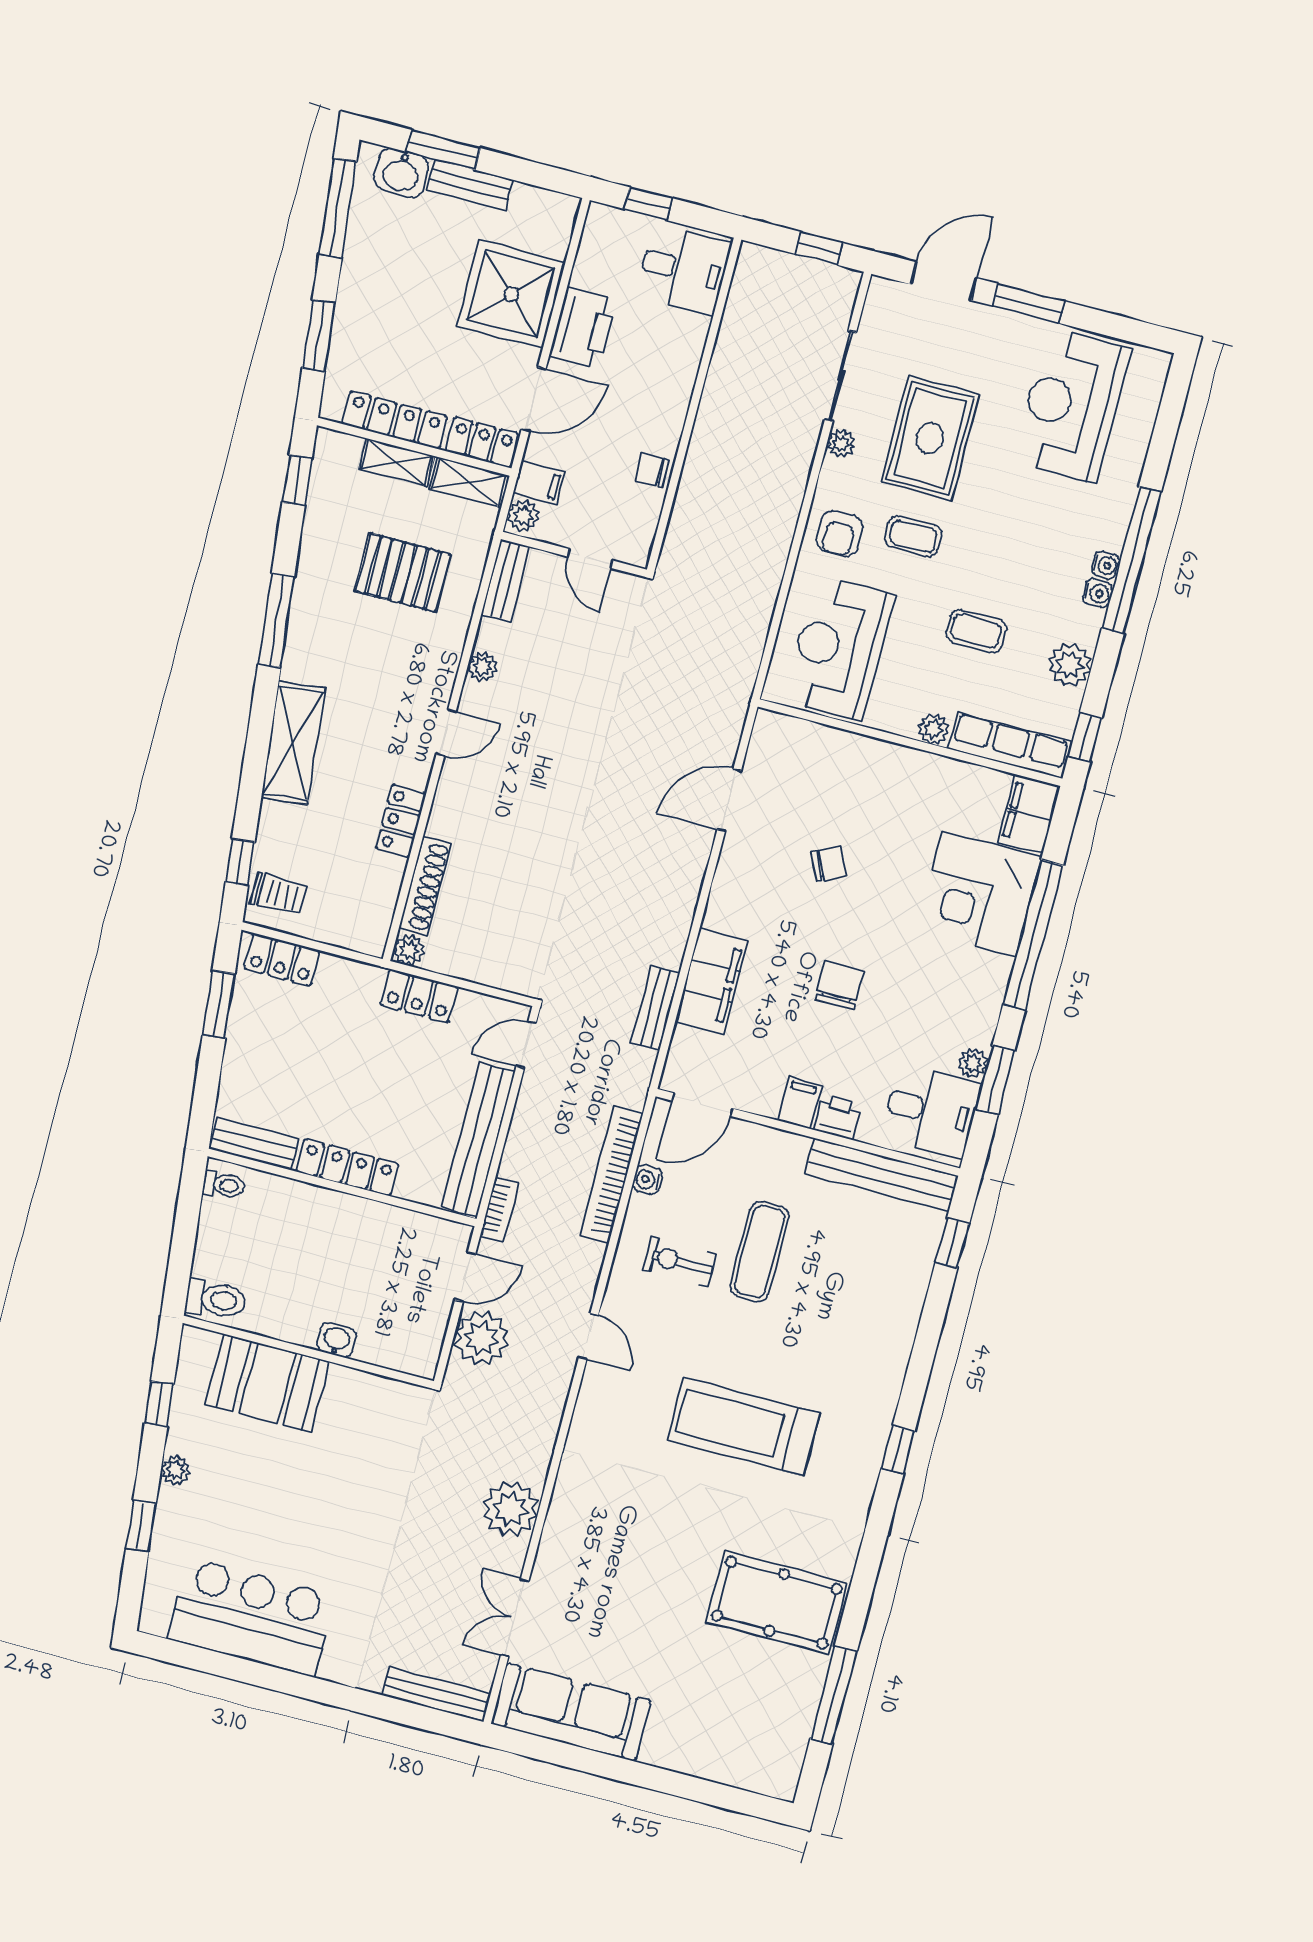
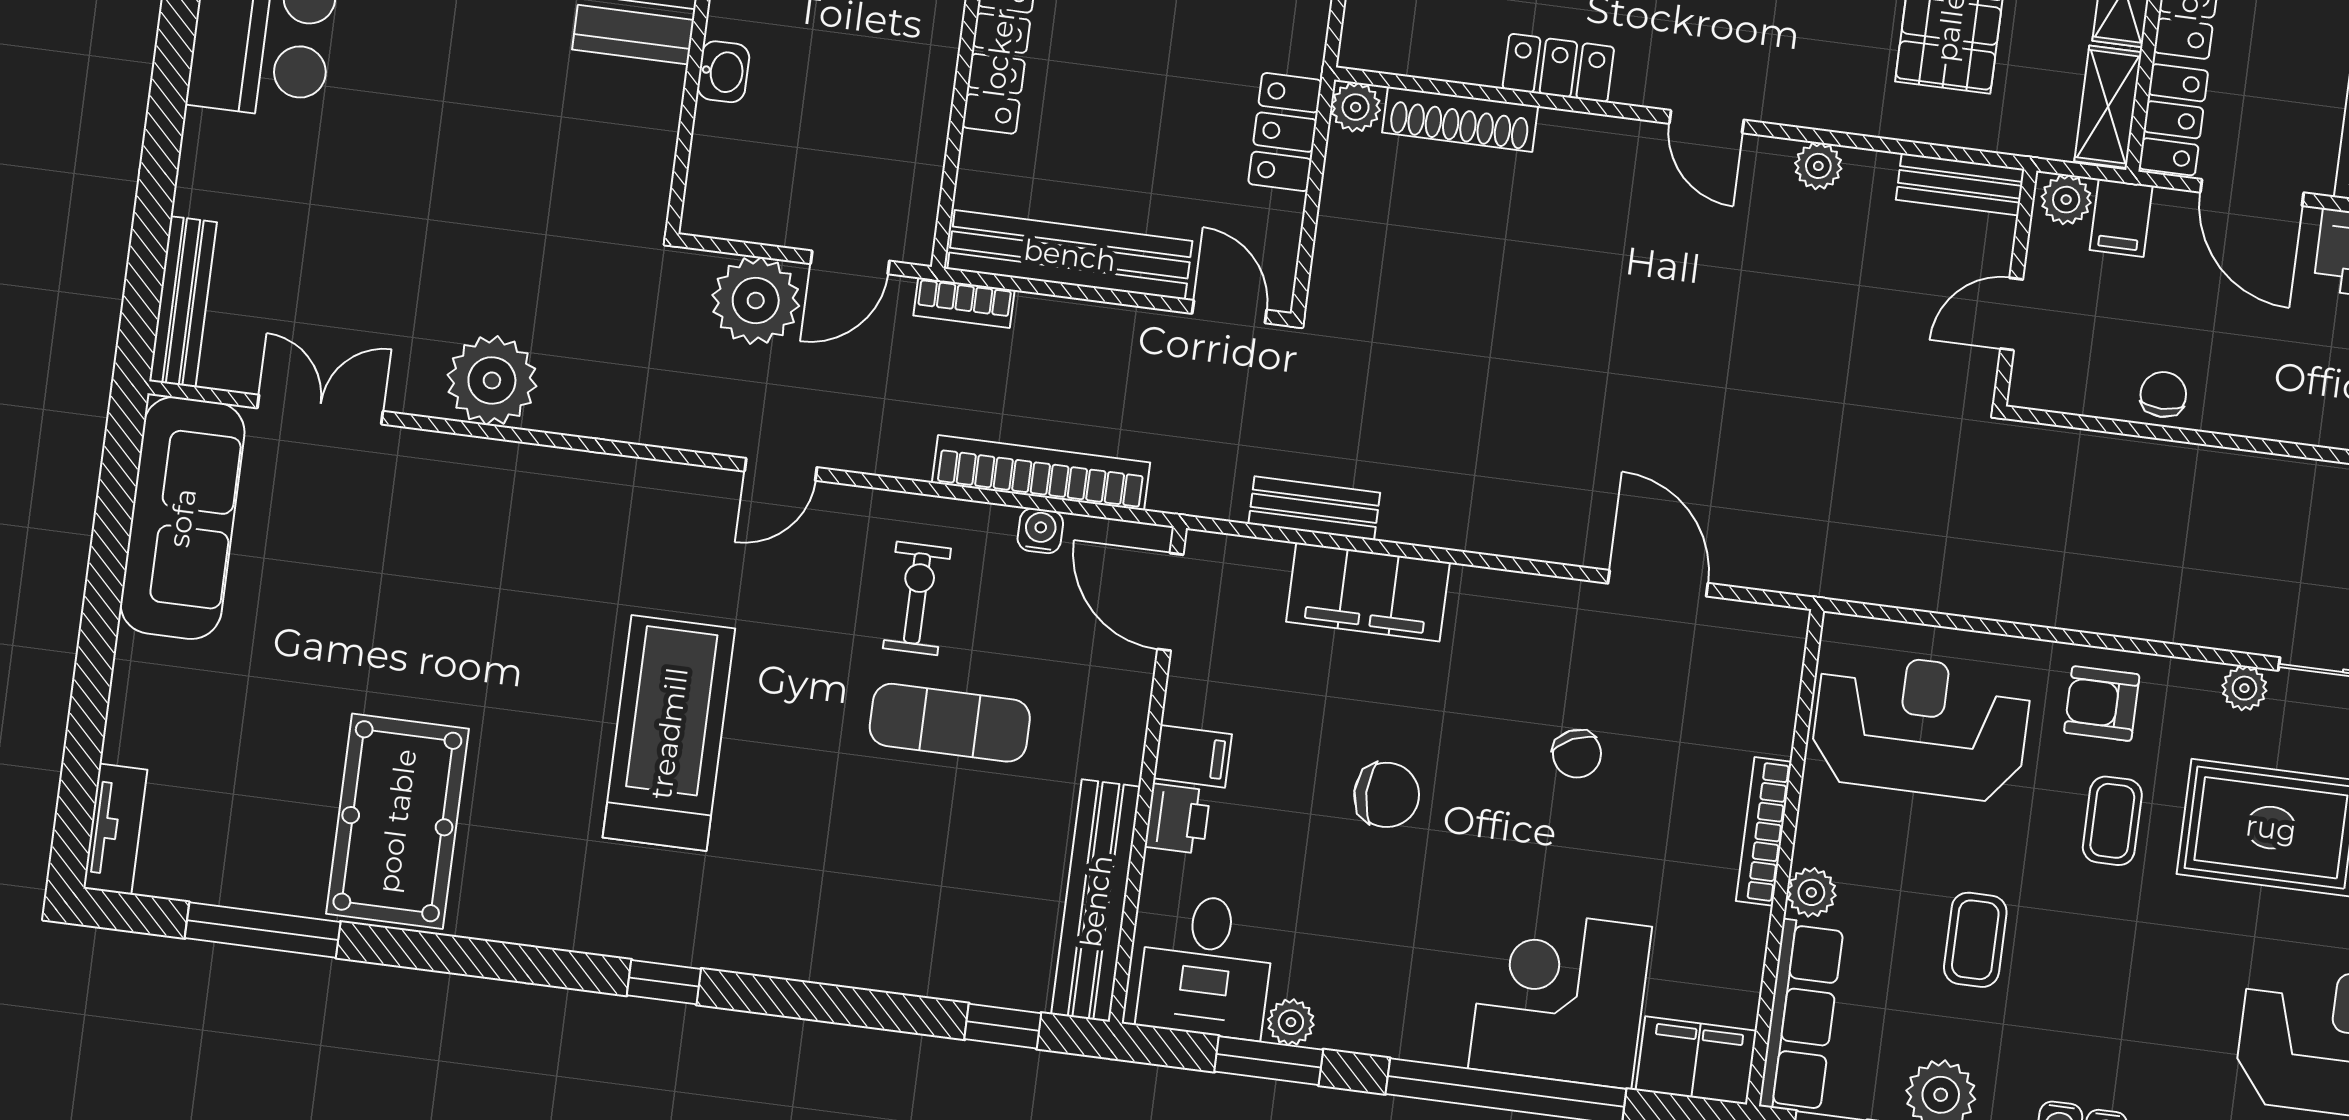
bookcase: (892, 754) -> (1764, 831), added
door: (465, 1277) -> (850, 262), hinge flipped
tv unit: (759, 1779) -> (115, 829), added

